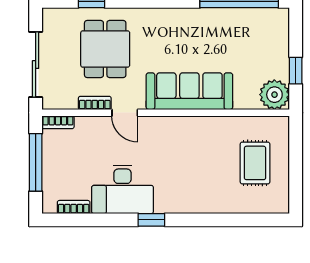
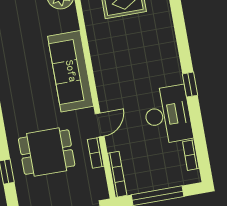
bookcase: (58, 122) -> (117, 174), width x1.56

